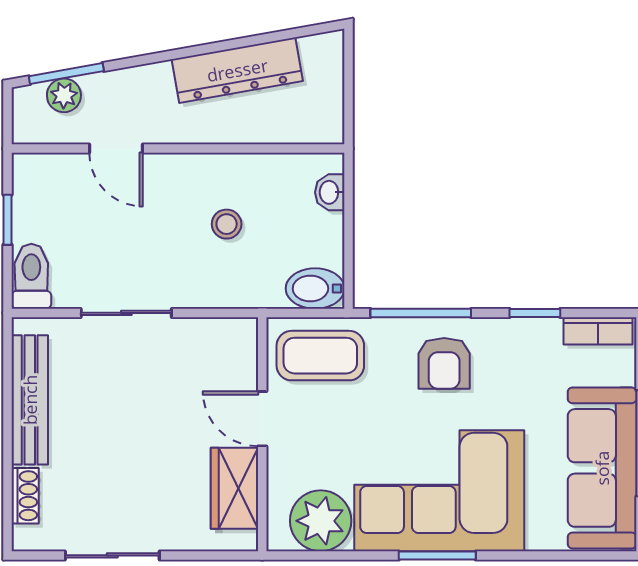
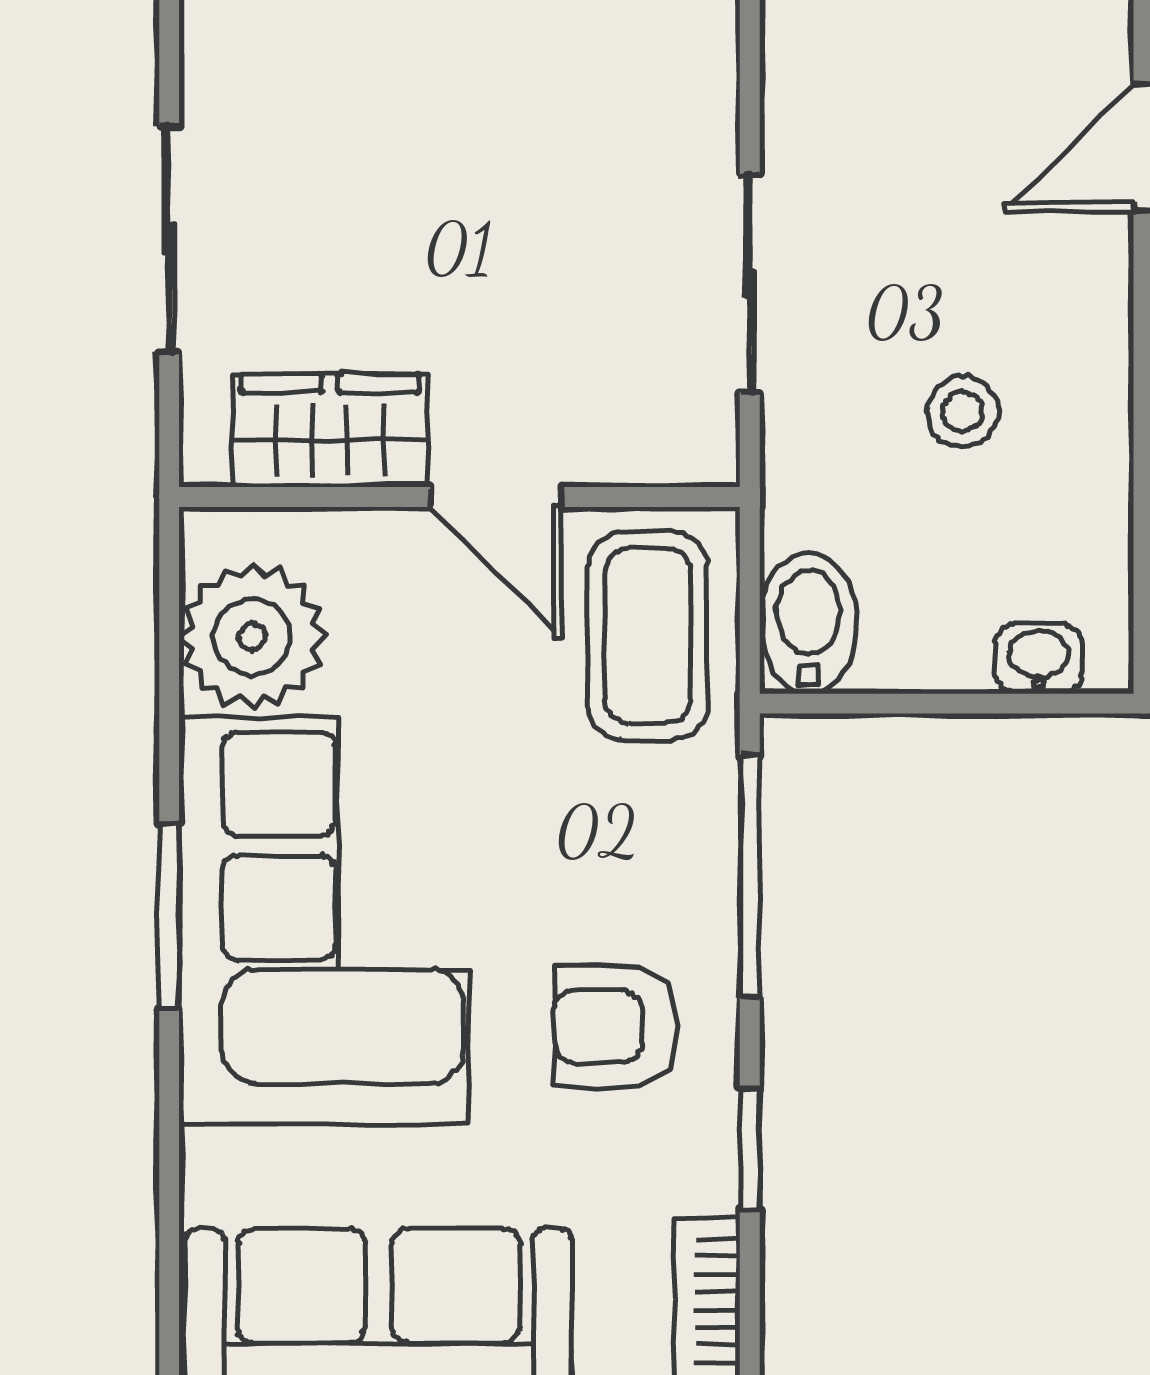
sliding door: (126, 313) -> (750, 283), moved
armchair: (444, 363) -> (615, 1027), moved
door: (262, 419) -> (496, 497), swing flipped
sliding door: (112, 555) -> (169, 239), moved

